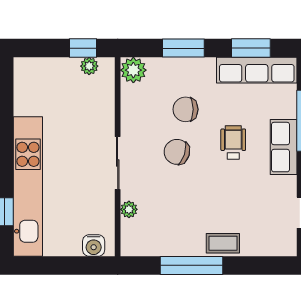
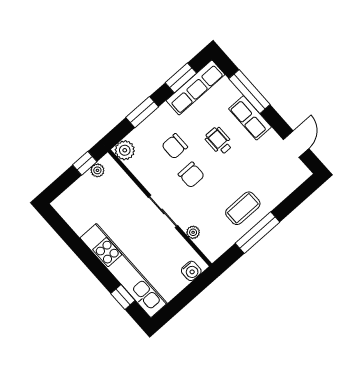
chair: (177, 152) -> (191, 175), turned -108
coffee table: (223, 243) -> (243, 208), moved, width x1.36, depth x1.30

